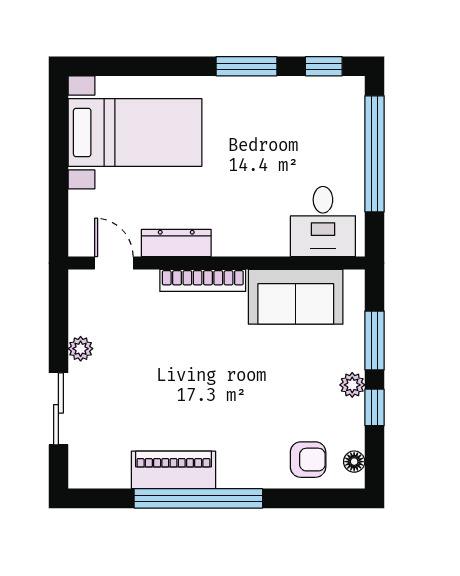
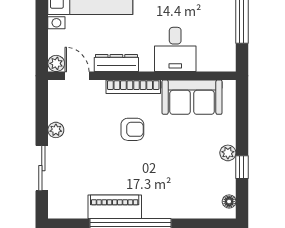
desk: (323, 221) -> (175, 49), moved
plant: (81, 244) -> (56, 63), added
window: (374, 341) -> (242, 125), removed
armchair: (308, 460) -> (132, 129), moved

